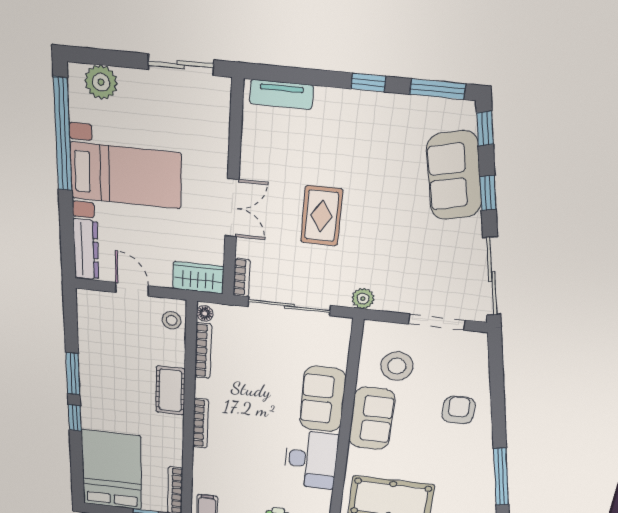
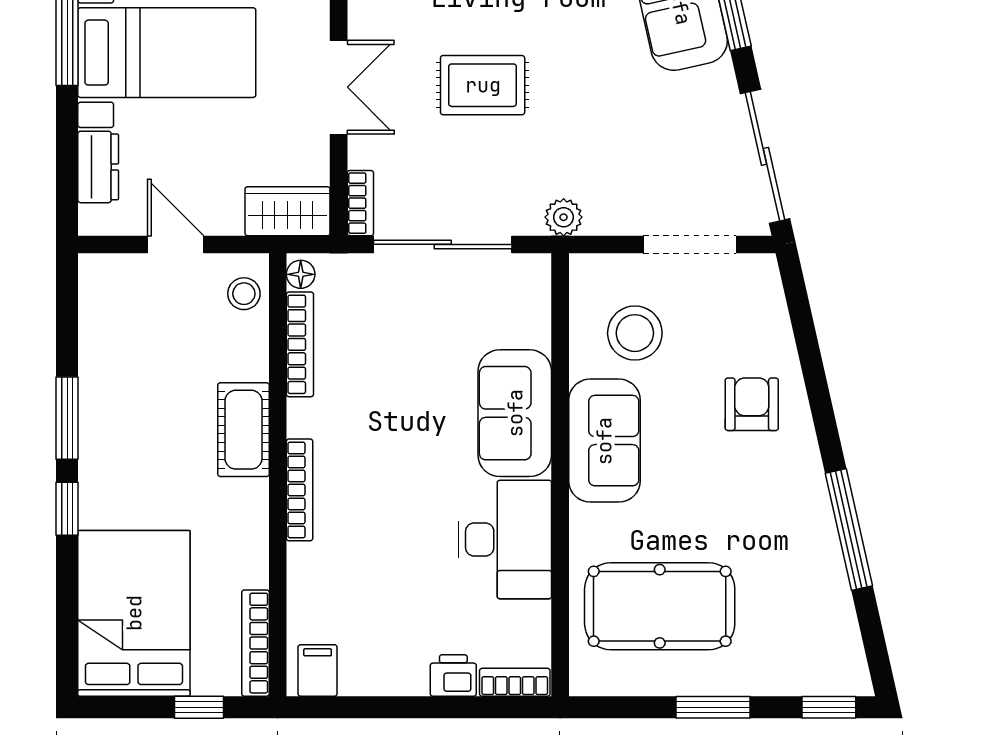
rug: (322, 216) -> (483, 85), turned 90
dresser: (86, 249) -> (98, 167), width x0.70

